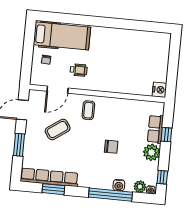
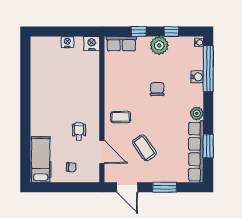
hospital bed: (62, 36) -> (41, 159), width x0.73, depth x0.78
nightstand: (163, 67) -> (67, 42), added
row of seats: (155, 129) -> (121, 44), moved
window: (162, 177) -> (171, 32), moved
plant: (140, 187) -> (197, 113), moved
window: (110, 195) -> (208, 69), moved

